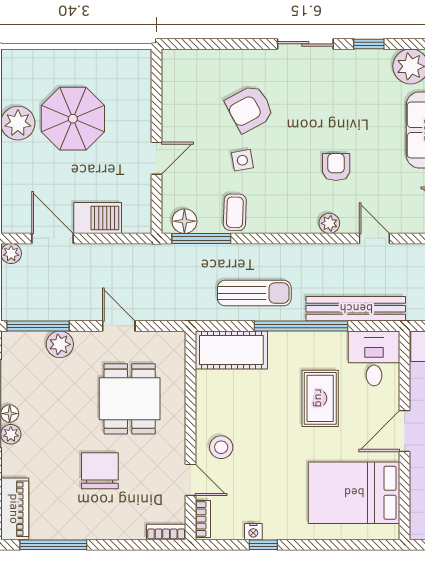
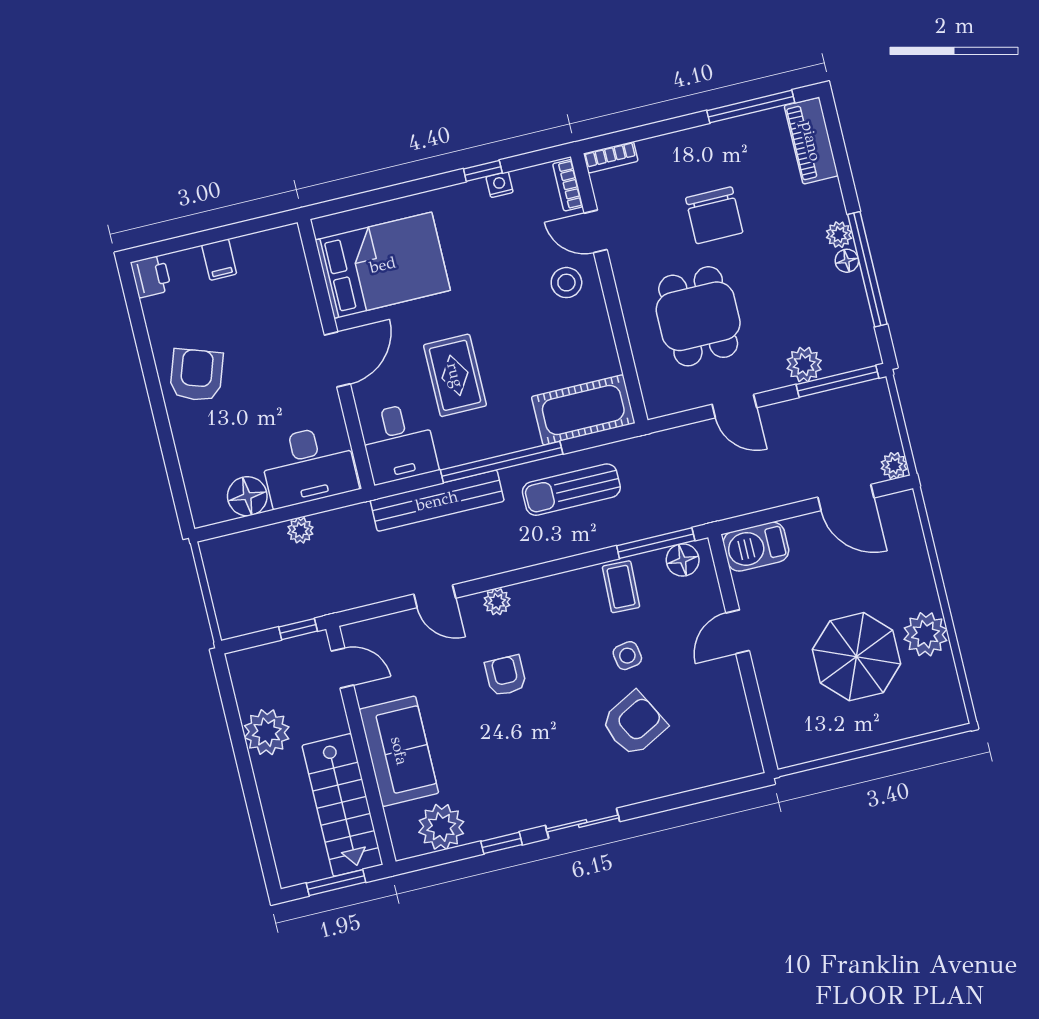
armchair: (336, 167) -> (506, 676), turned 180
barbecue: (98, 218) -> (756, 547), moved

